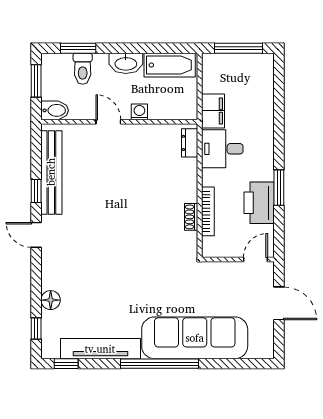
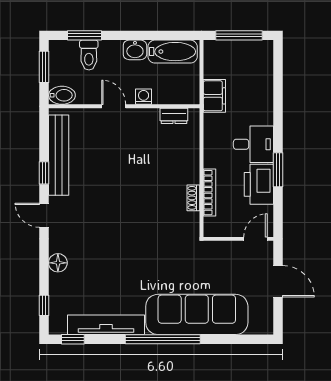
washbasin: (126, 63) -> (135, 50), width x0.72
dresser: (190, 143) -> (174, 116), moved, turned -90
desk: (222, 149) -> (253, 144), moved, turned 180
floor lamp: (51, 300) -> (58, 263), moved

